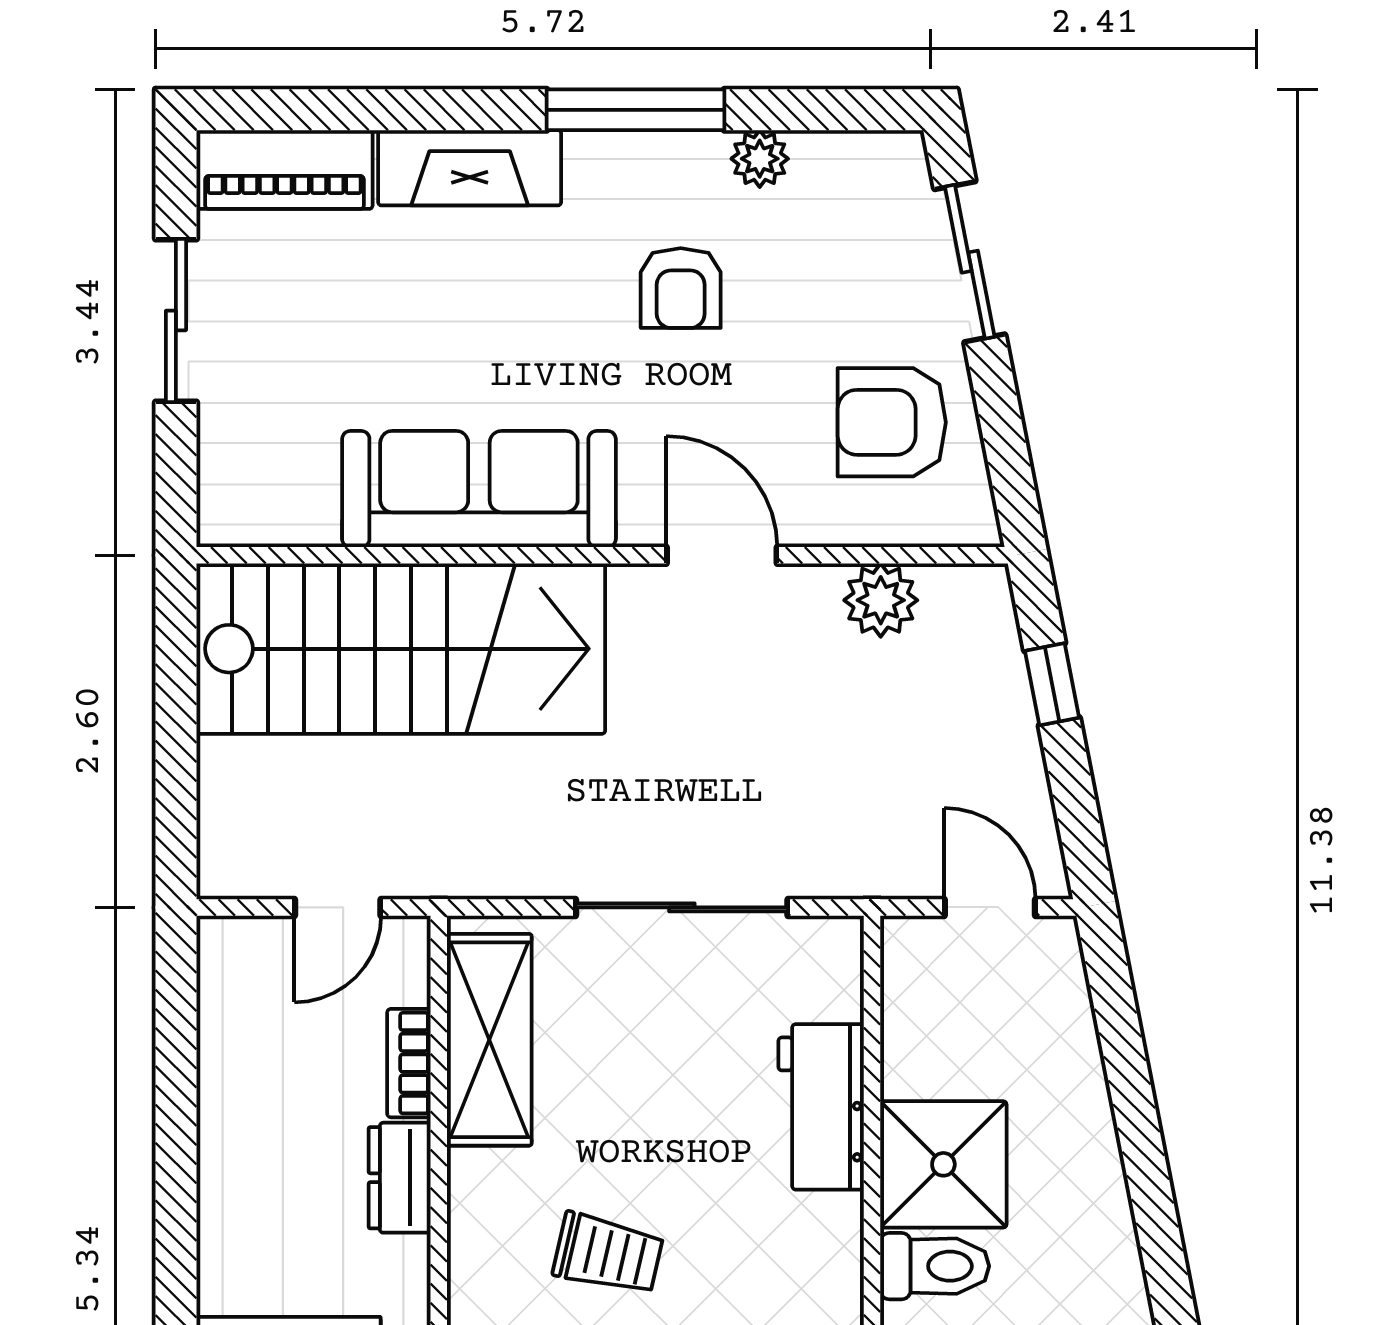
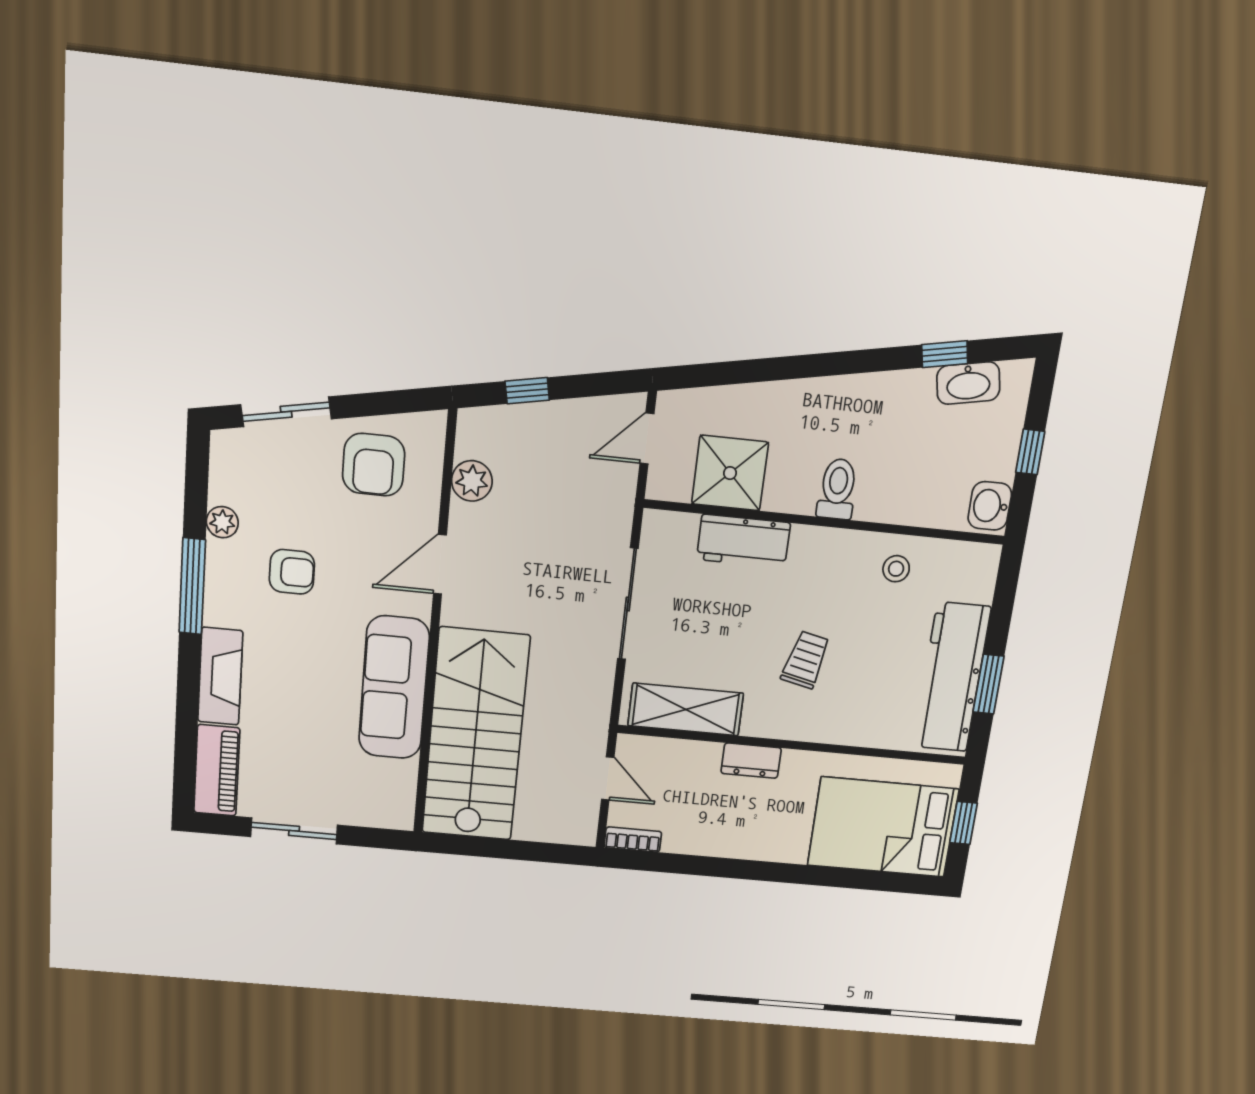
bookcase: (409, 1063) -> (633, 840), moved, turned 180
shower: (943, 1164) -> (730, 473), moved

